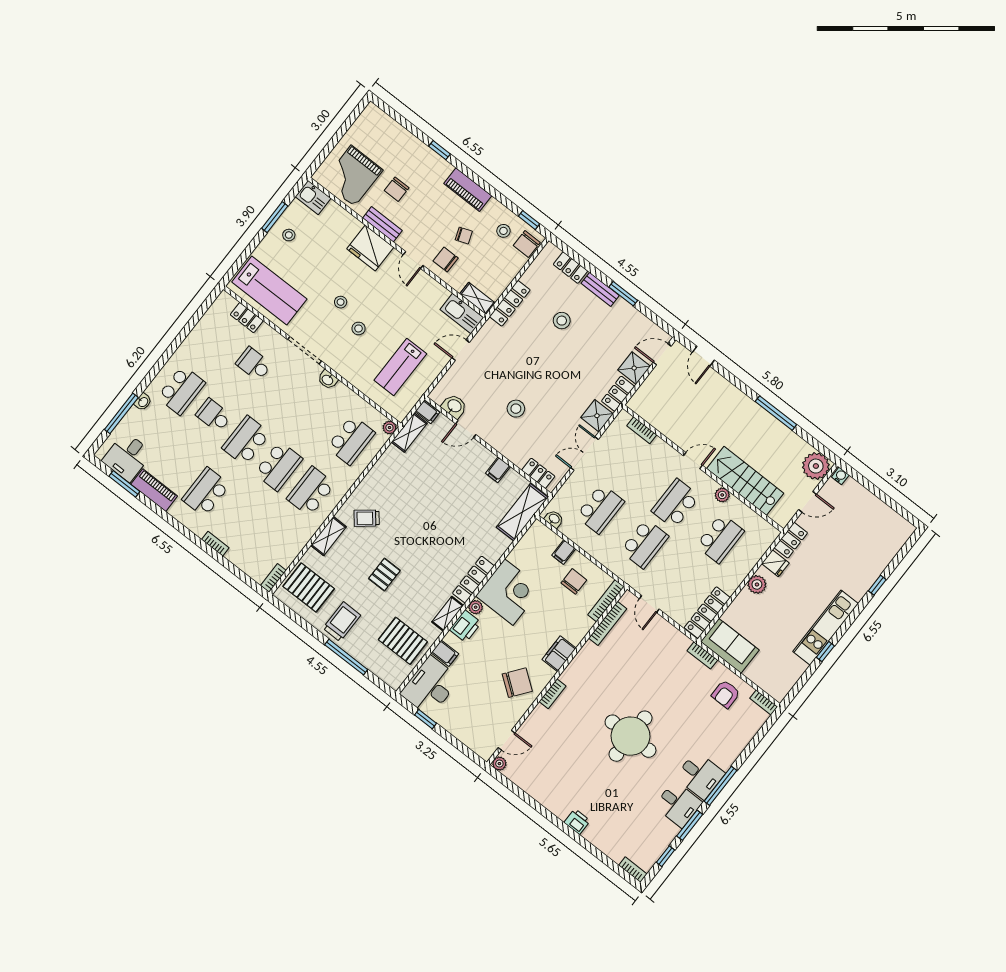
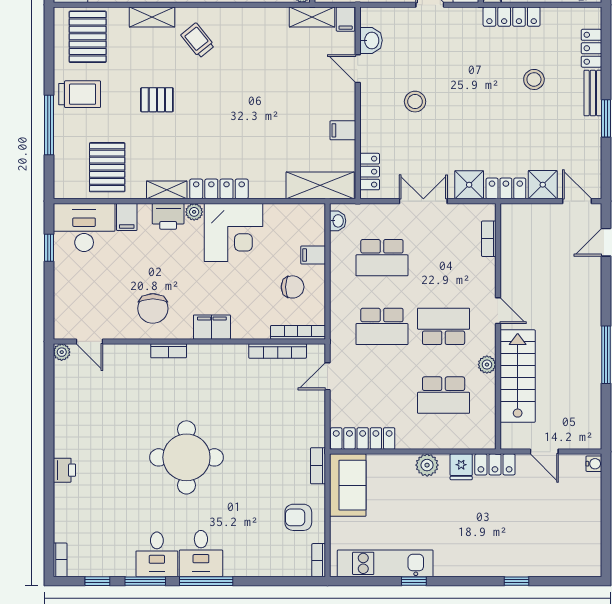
plant: (816, 466) -> (585, 433), removed
kitchen unit: (826, 628) -> (385, 563), moved
chair: (517, 683) -> (153, 308), turned 53

